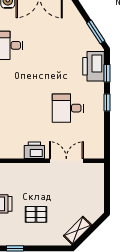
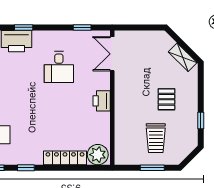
window: (107, 103) -> (82, 27), moved
double door: (66, 161) -> (112, 54), moved

